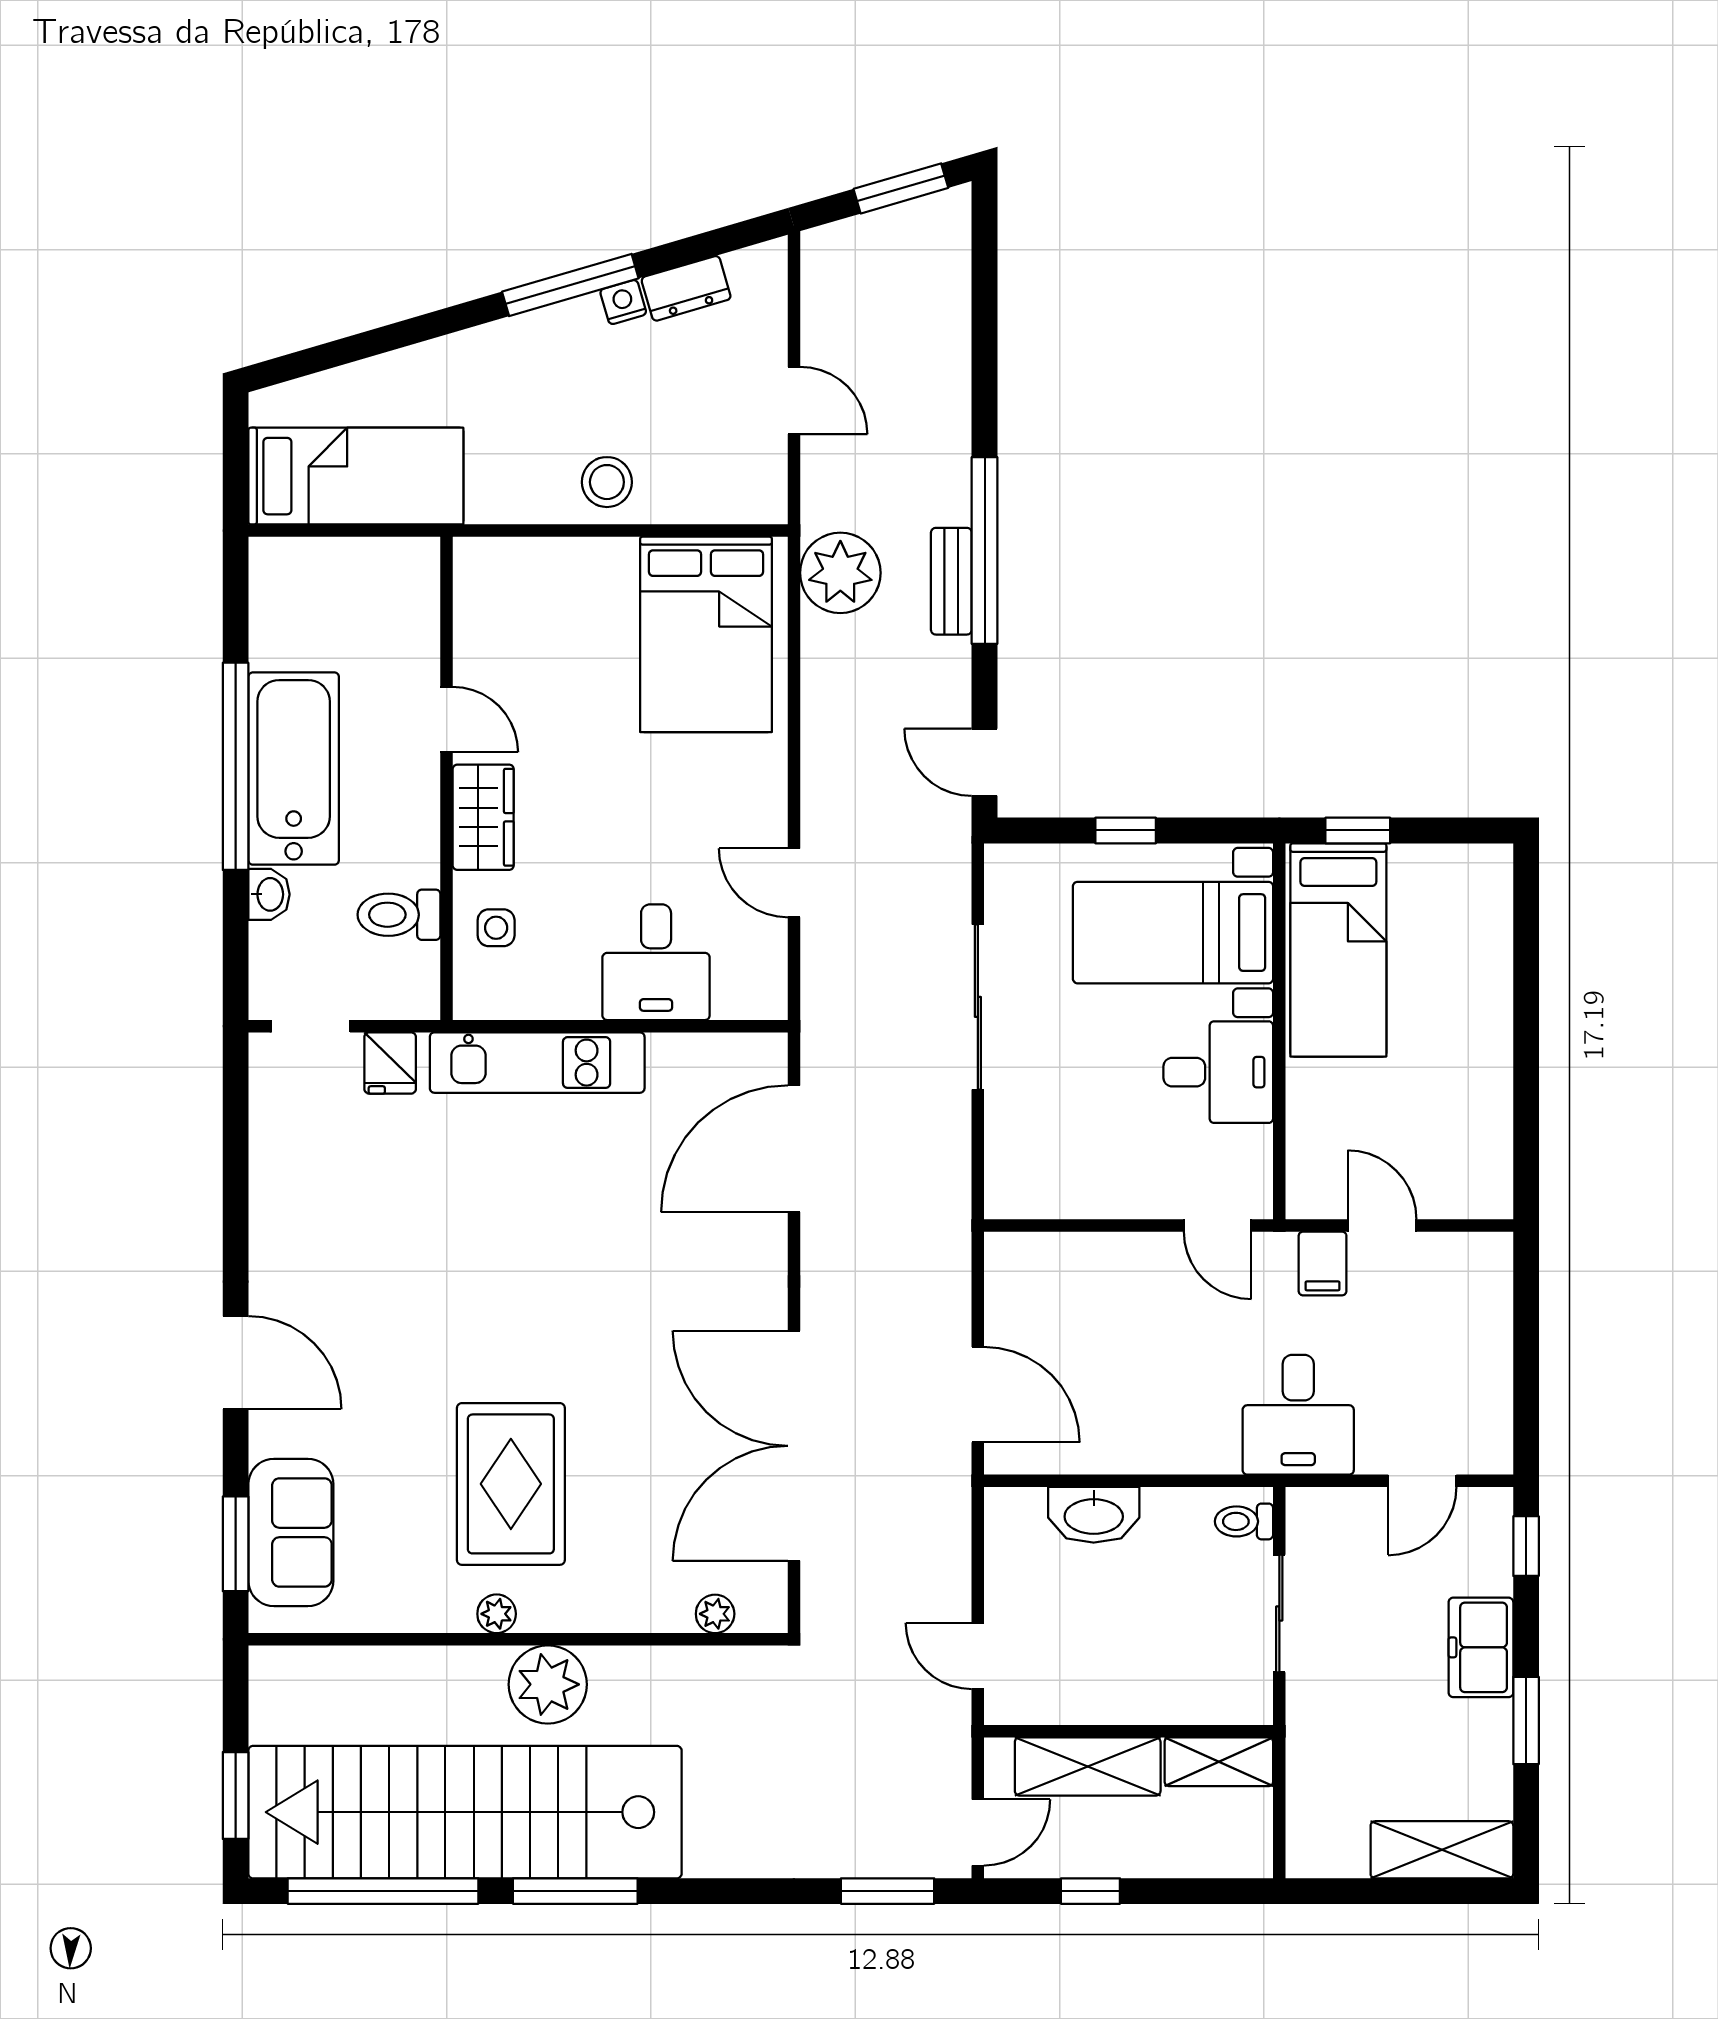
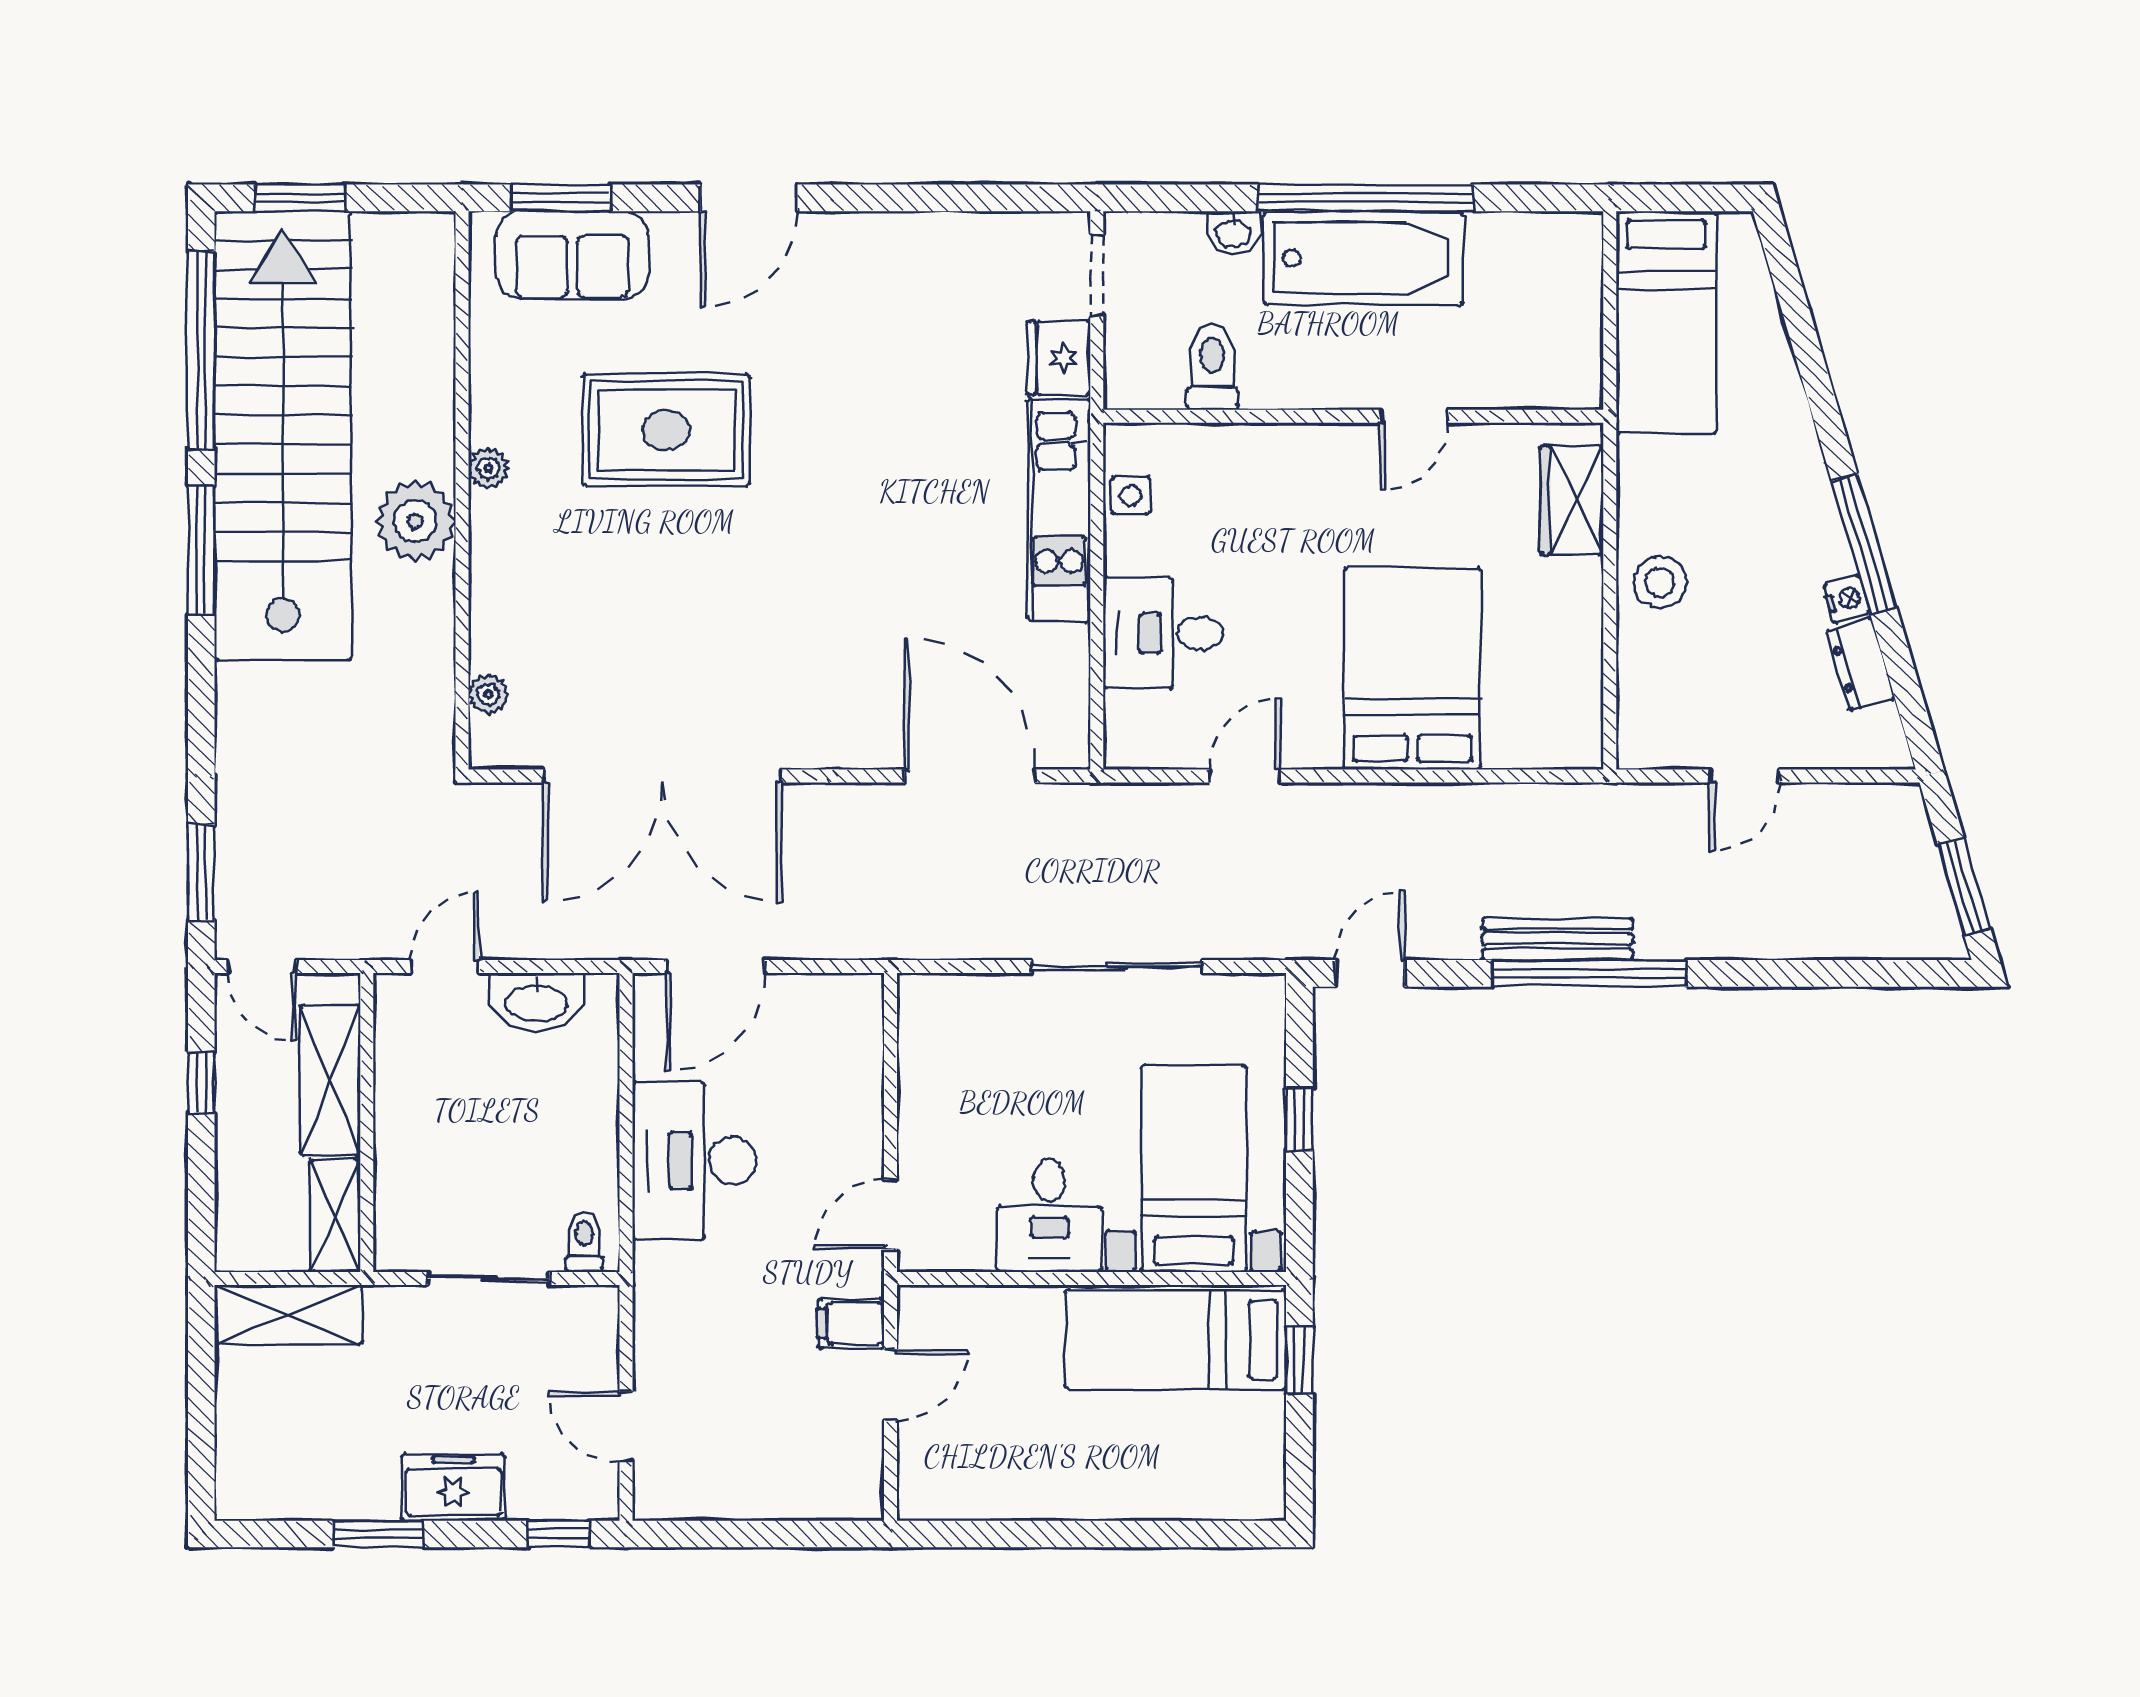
plant: (840, 573) -> (1566, 824), removed
bench: (951, 581) -> (1557, 939), width x1.36
bed: (706, 634) -> (1412, 669), moved, turned 90
wardrobe: (483, 817) -> (1572, 500), moved, turned 90
side table: (496, 928) -> (1131, 496), moved
fridge: (390, 1063) -> (1059, 358), width x1.38
desk: (1298, 1415) -> (694, 1161), moved, width x1.37
double door: (794, 1446) -> (662, 776), swing flipped
rug: (511, 1484) -> (666, 430), moved
washbasin: (1094, 1515) -> (536, 1002), moved, turned -90
shelving: (1442, 1850) -> (288, 1314), moved, turned 90

